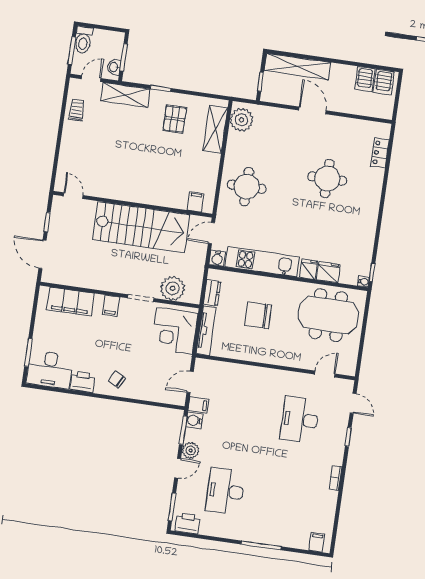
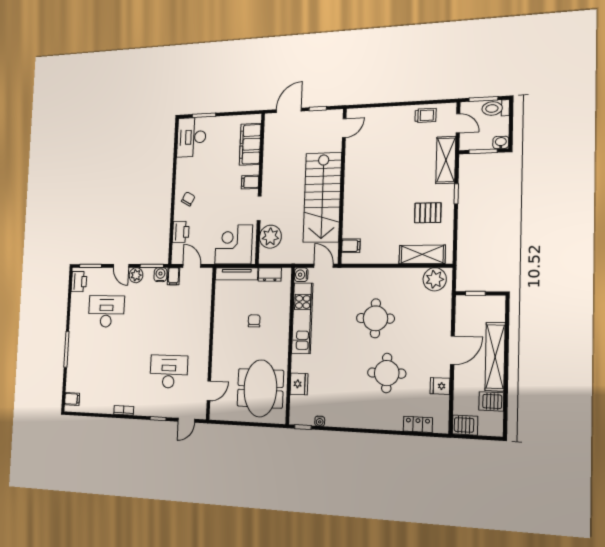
shelving: (298, 66) -> (495, 357), moved
washbasin: (114, 67) -> (501, 142), moved
server rack: (384, 82) -> (465, 425), moved, turned 180
round table: (247, 187) -> (375, 318), moved
fridge: (308, 269) -> (440, 386), moved, turned 180
water cooler: (364, 282) -> (320, 421), moved
chair: (258, 315) -> (254, 321), width x0.54, depth x0.54
door: (325, 374) -> (209, 391), hinge flipped
printer: (83, 382) -> (181, 232), moved

